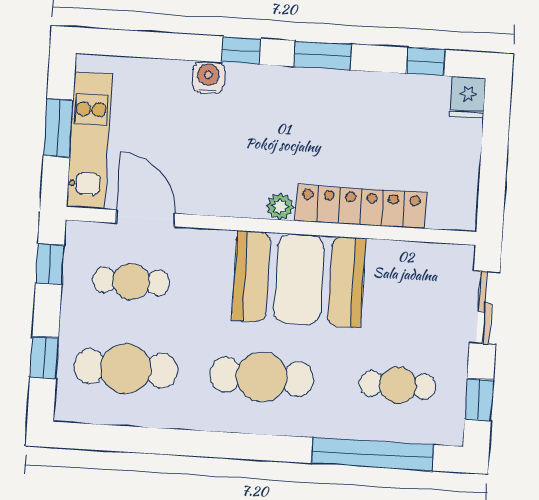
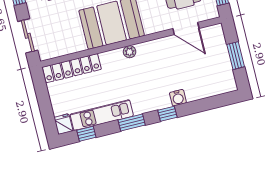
kitchen unit: (89, 140) -> (102, 115), moved, turned 90
locker: (361, 207) -> (72, 68), moved

